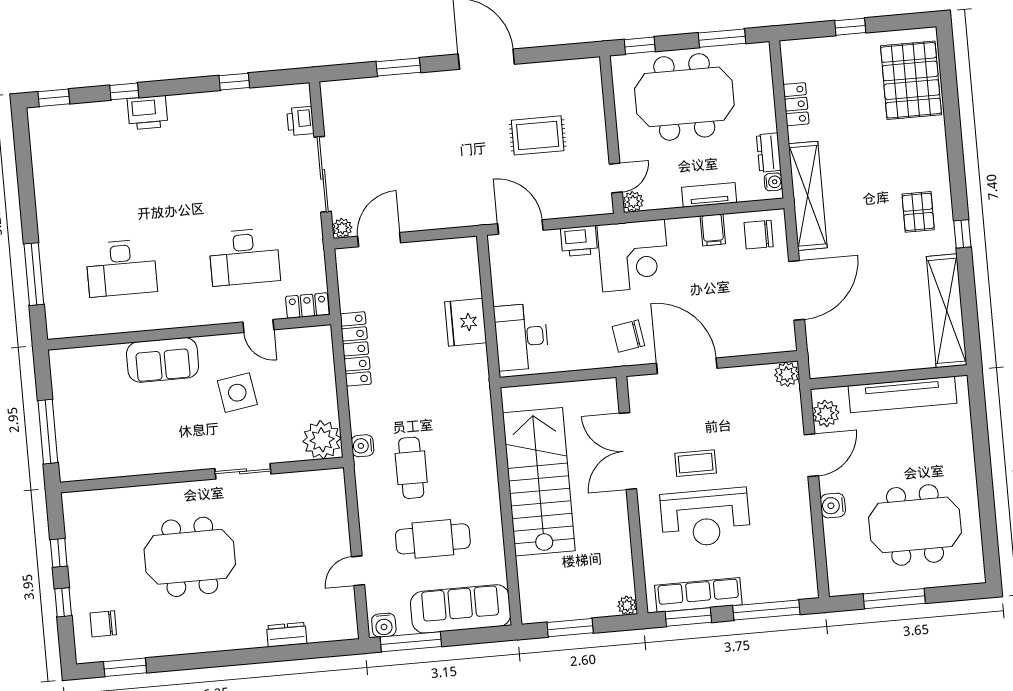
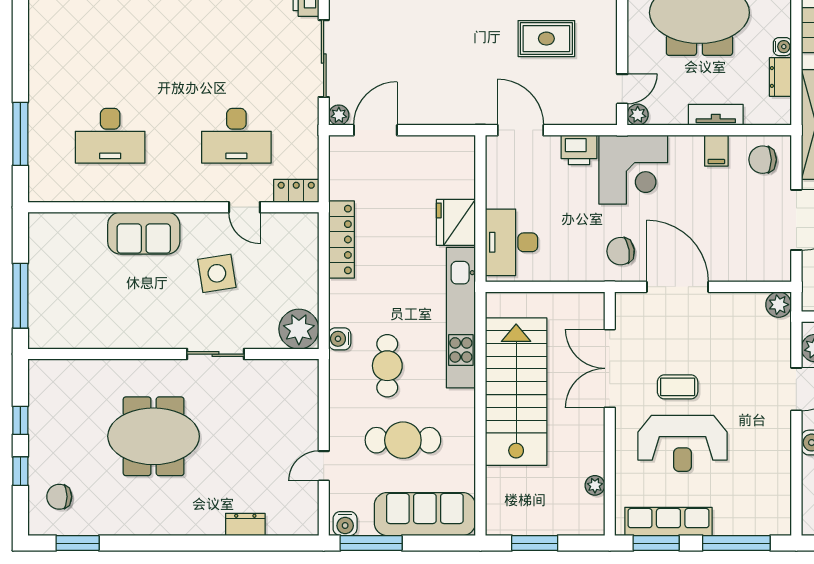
water cooler: (773, 182) -> (782, 47), moved
kitchen unit: (479, 415) -> (461, 318), added
plant: (627, 605) -> (595, 485), moved

